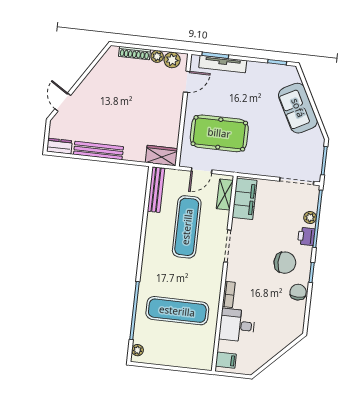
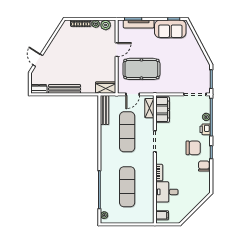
door: (187, 82) -> (117, 50), moved
sofa: (298, 108) -> (170, 29), moved, turned -62
exercise mat: (177, 311) -> (127, 187), turned 90

